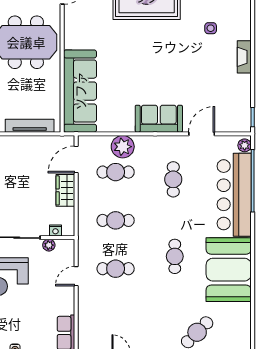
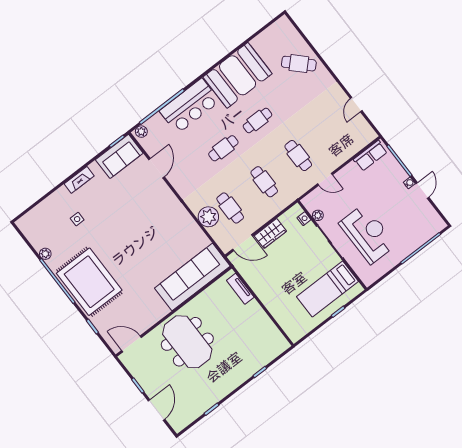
sofa: (159, 119) -> (119, 156), moved, turned -90
tv unit: (30, 126) -> (240, 289), width x0.71
door: (202, 134) -> (156, 168), swing flipped
cafe table: (173, 179) -> (223, 148), moved
bar counter: (234, 195) -> (190, 106), width x0.73

